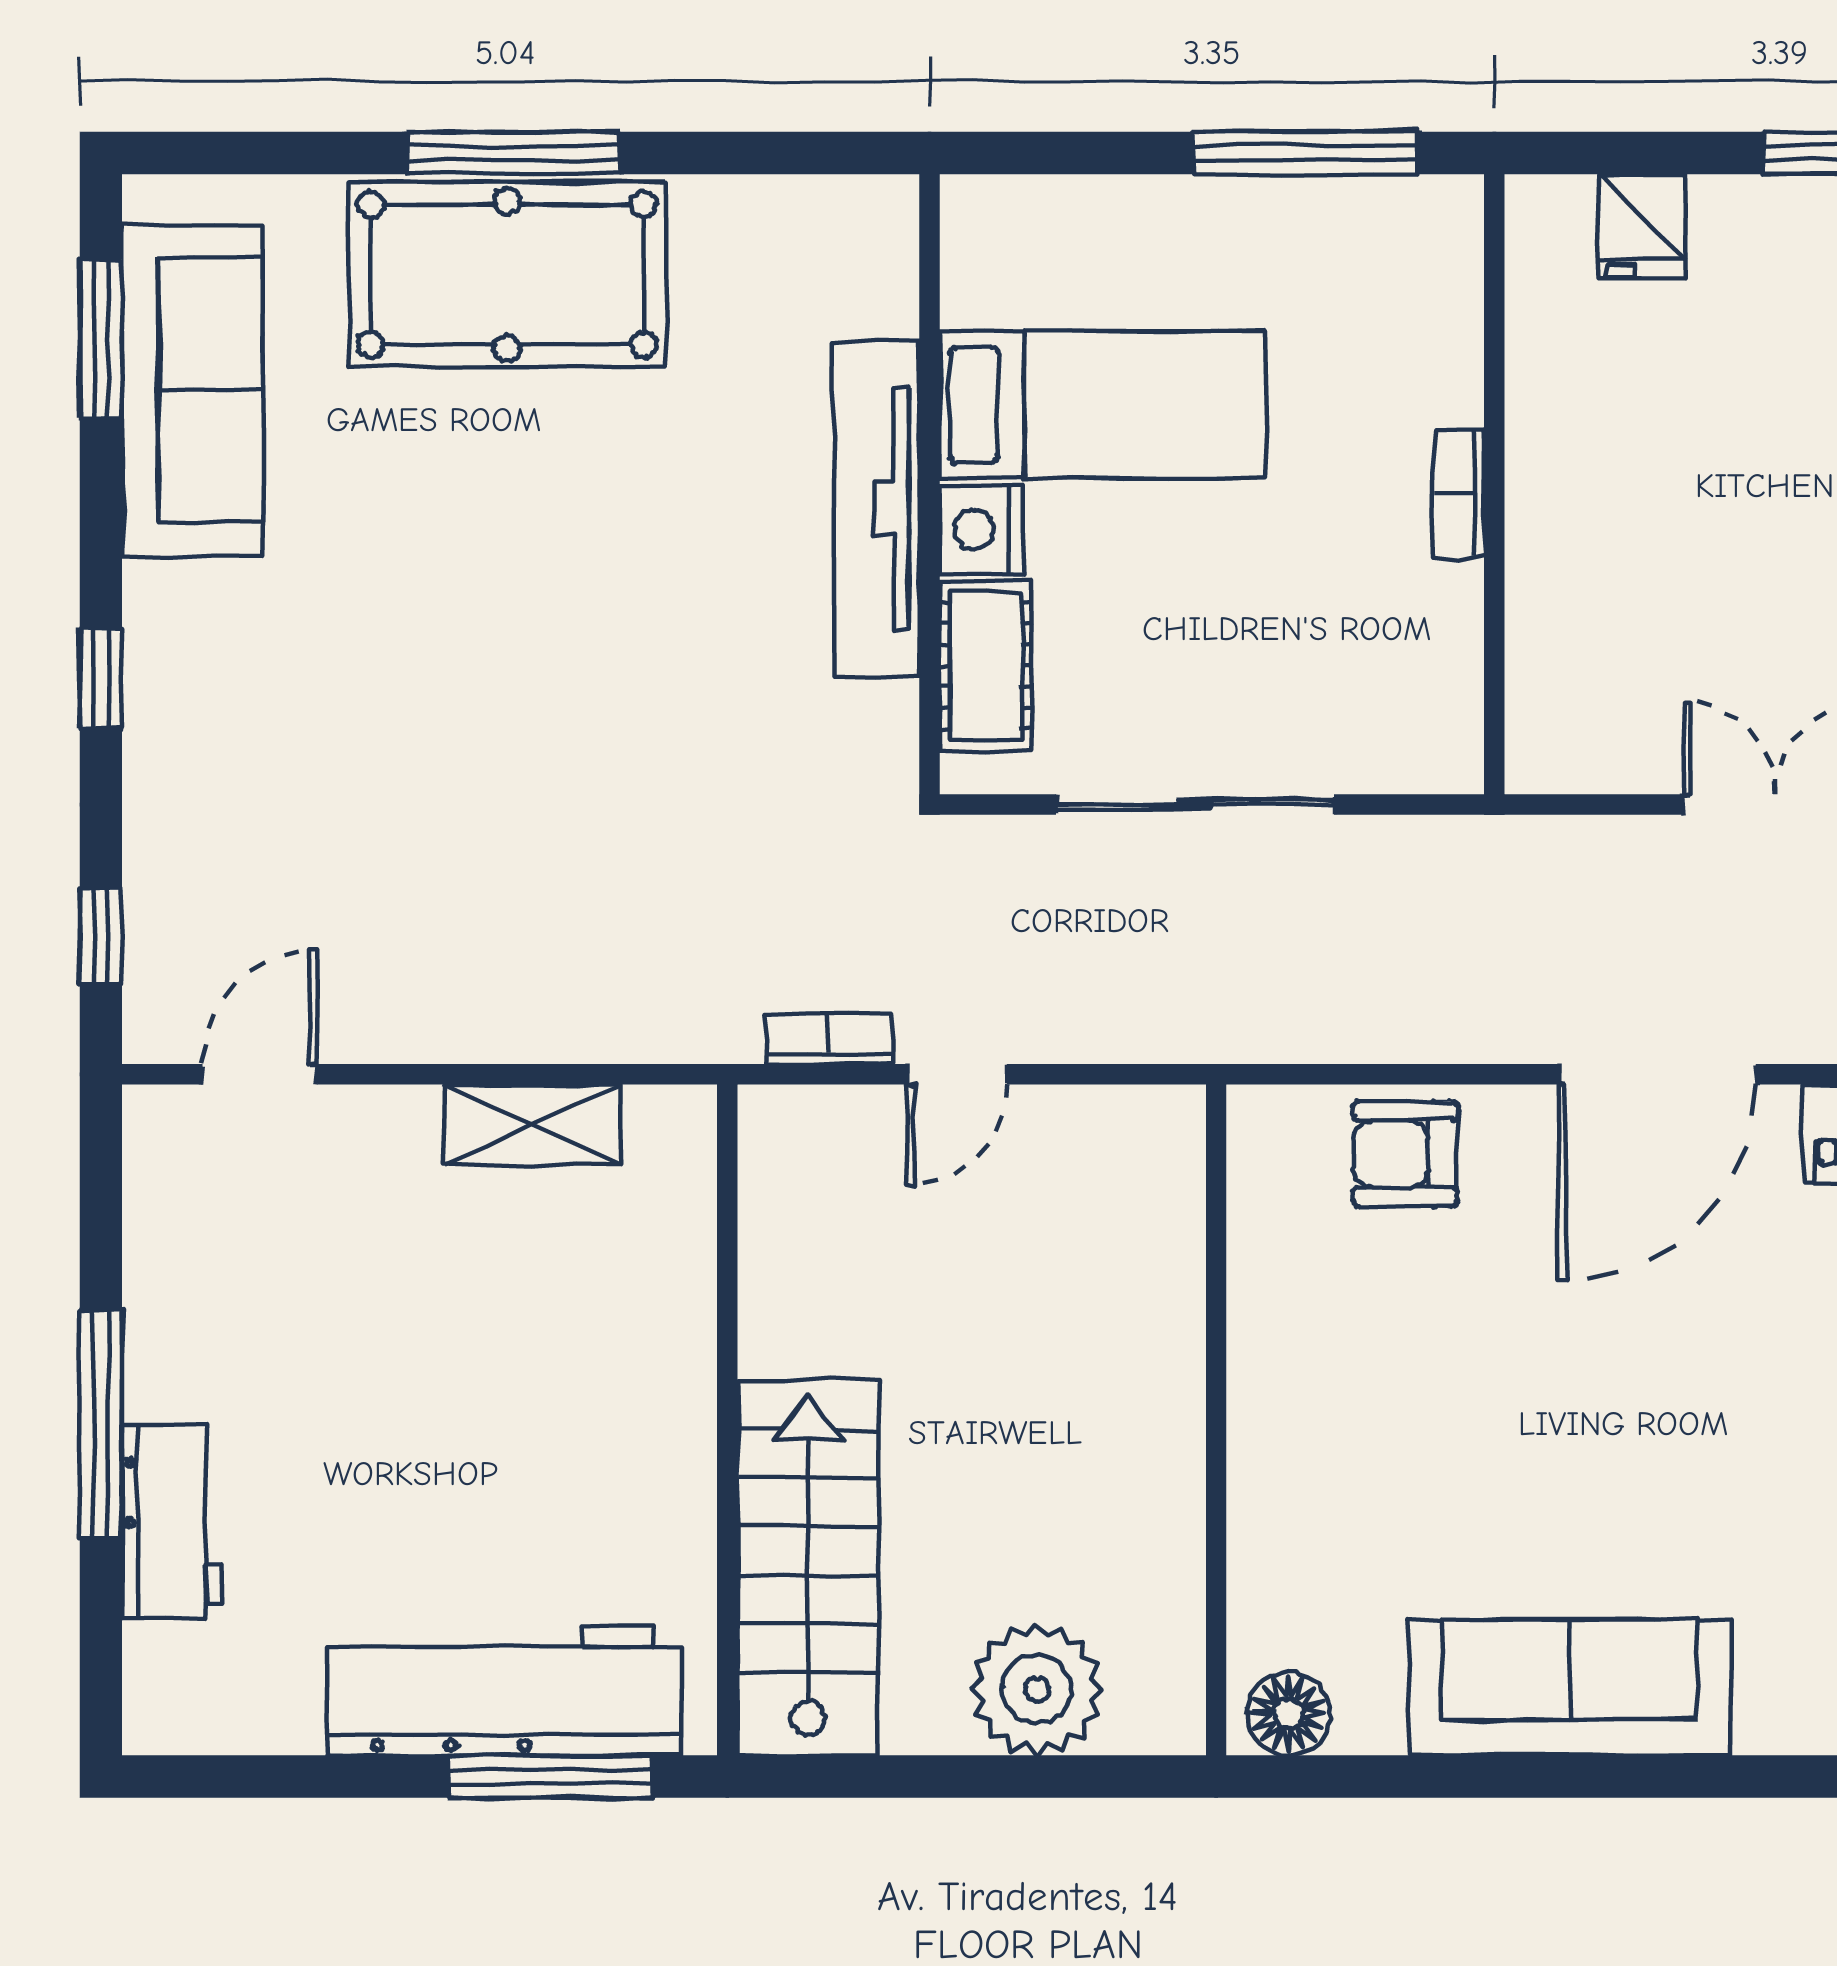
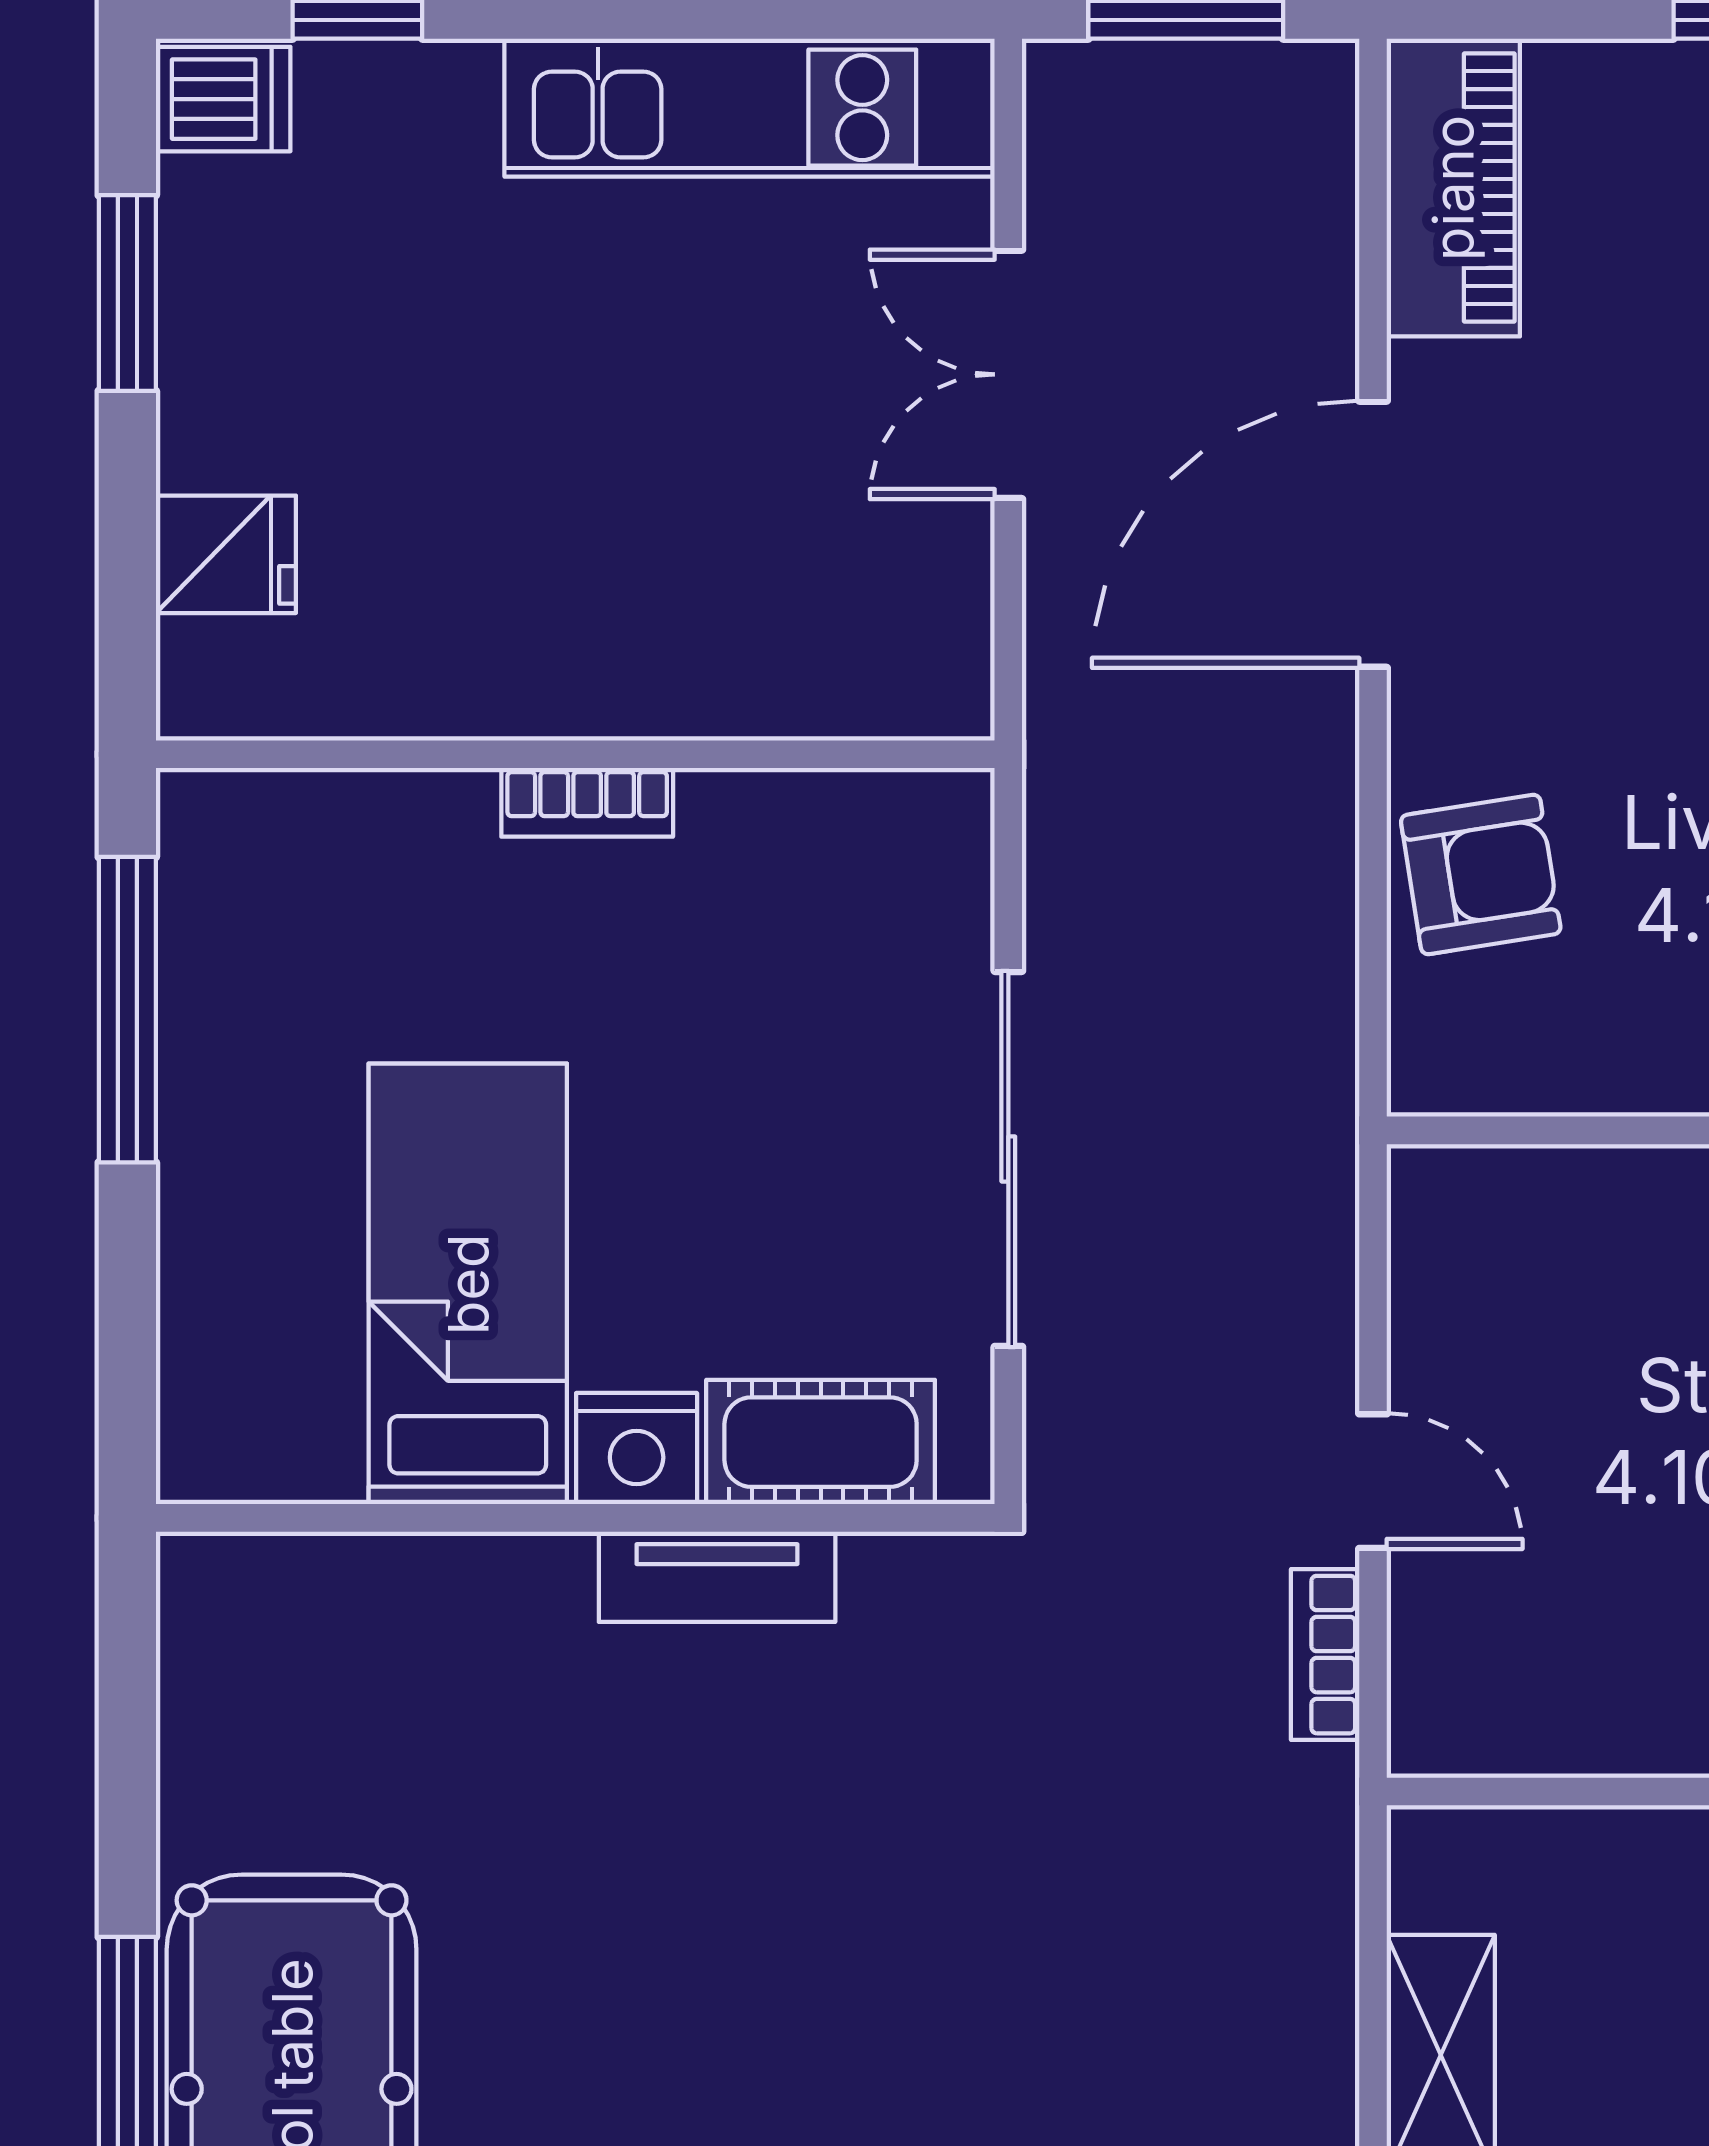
tv unit: (876, 509) -> (717, 1577), width x0.52, depth x0.78
door: (1657, 1074) -> (1373, 534), swing flipped
armchair: (1405, 1154) -> (1481, 874), turned -99

